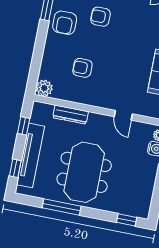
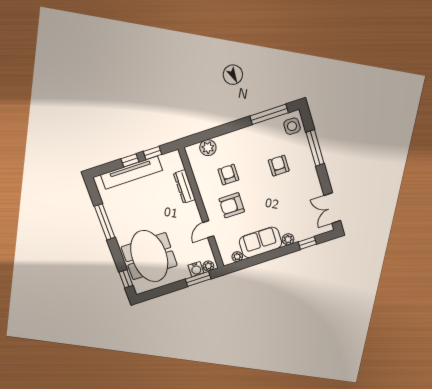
armchair: (65, 23) -> (232, 205), moved
plant: (44, 88) -> (208, 148), moved
window: (15, 168) -> (130, 160), moved
meeting table: (84, 172) -> (149, 256), moved, turned 90

